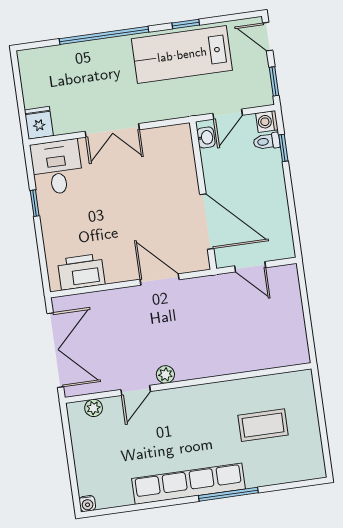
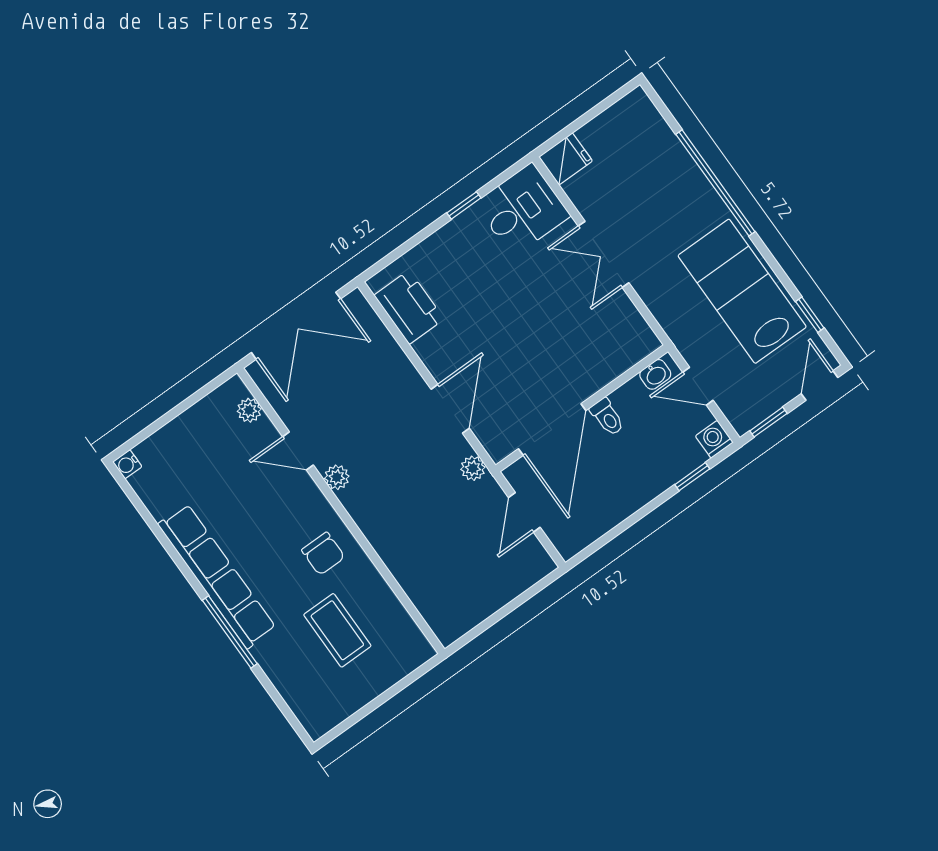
window: (186, 24) -> (810, 315), moved
toilet: (267, 141) -> (607, 417), moved, turned 180
plant: (205, 285) -> (473, 468), added
chair: (210, 409) -> (323, 554), added

